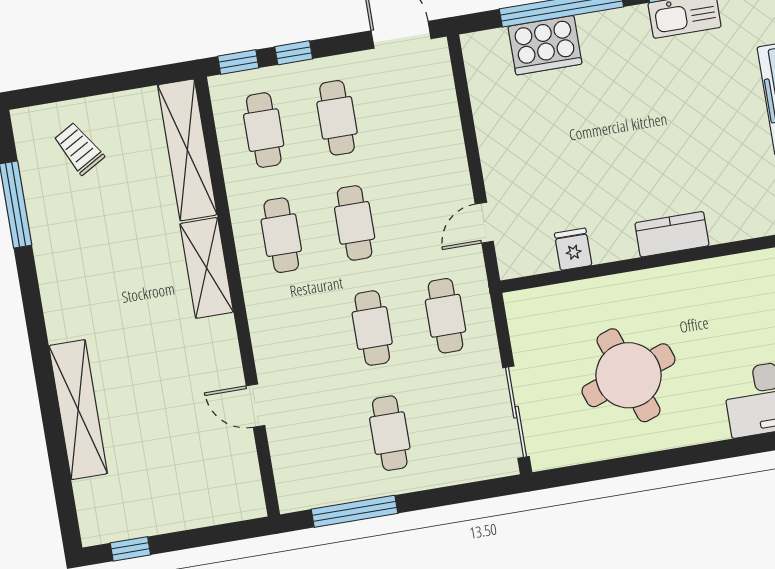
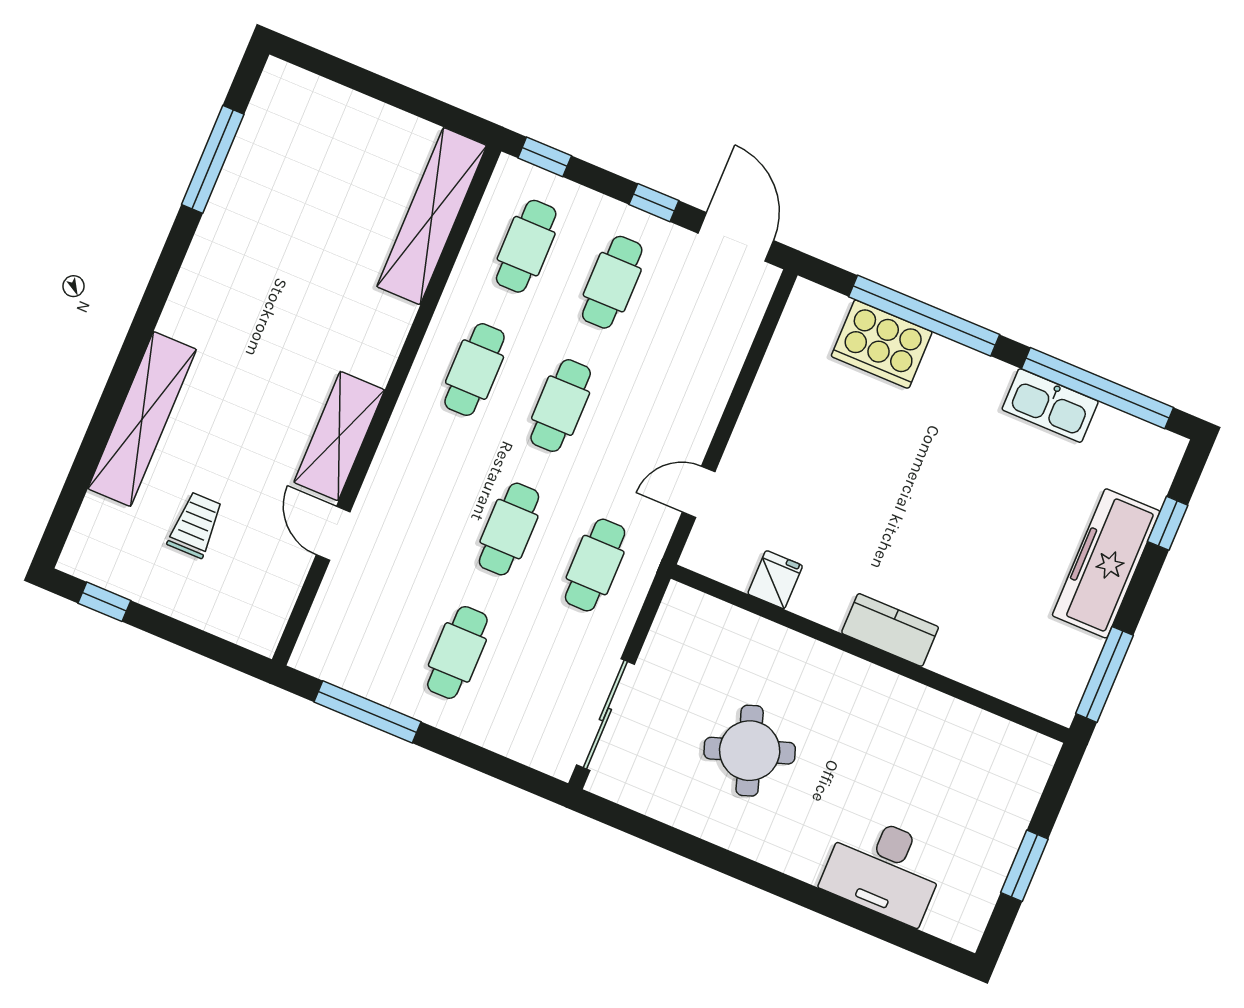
window: (294, 53) -> (654, 203), moved
trolley: (79, 148) -> (195, 525), moved, turned 30
shelving: (207, 268) -> (339, 436), moved
round table: (628, 375) -> (750, 751), width x0.73, depth x0.73

